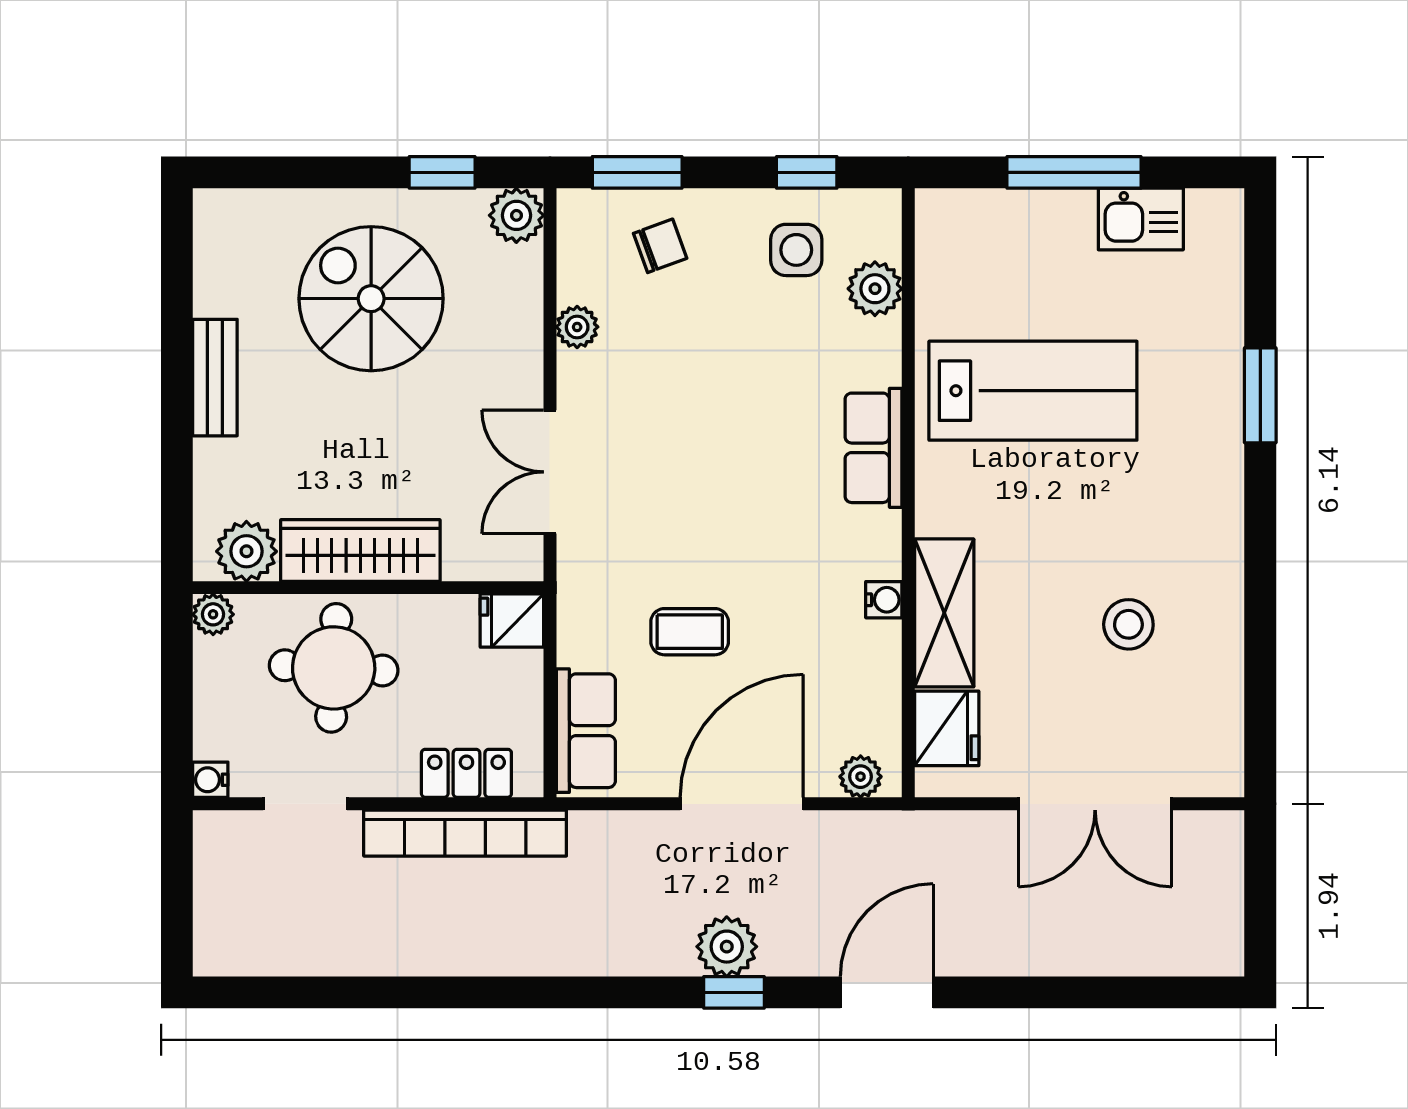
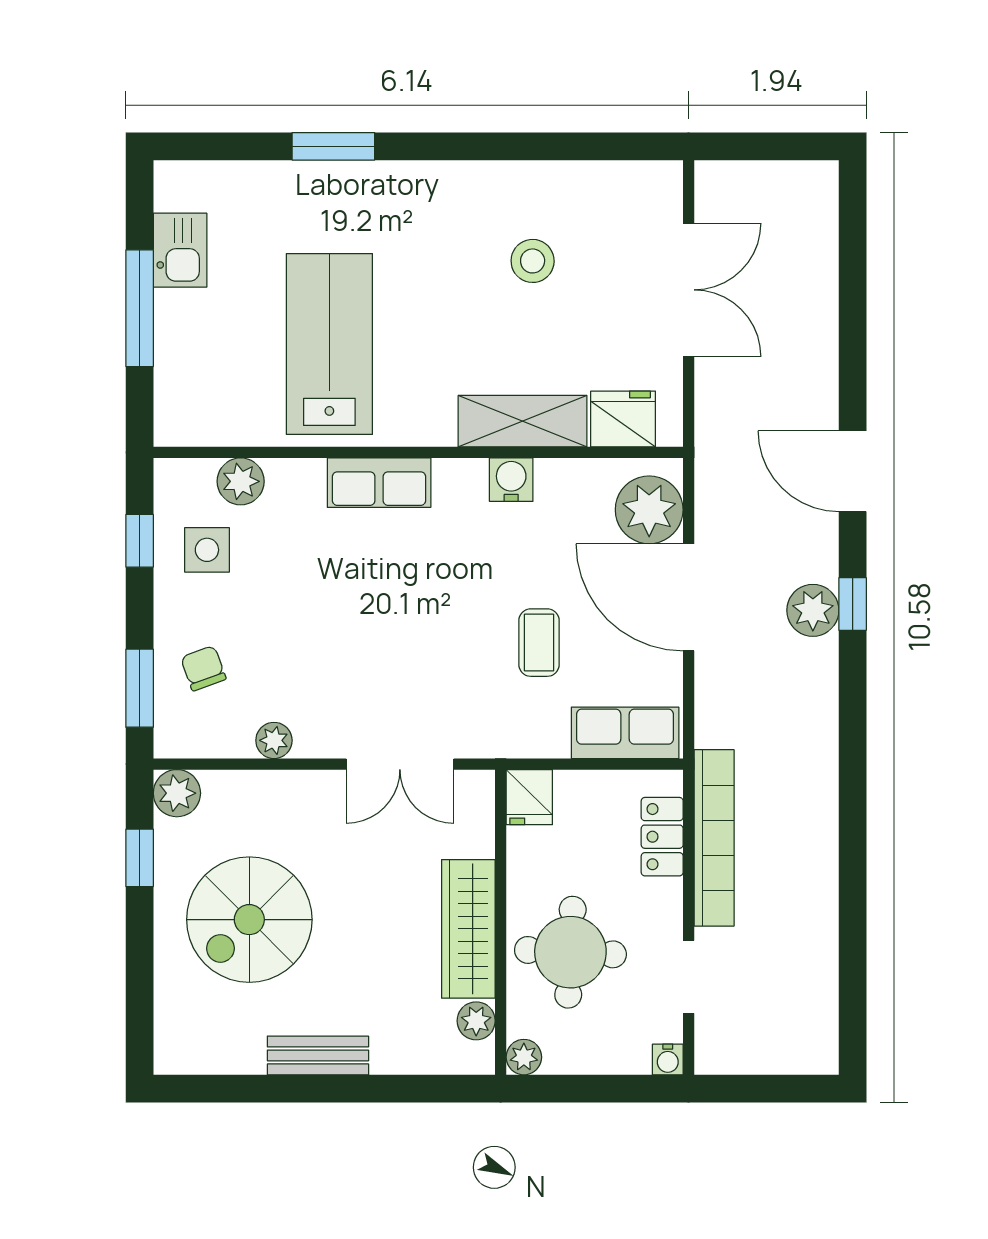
plant: (246, 551) -> (476, 1021), width x0.73, depth x0.73
water cooler: (884, 600) -> (511, 480), width x1.38, depth x1.38
plant: (861, 777) -> (649, 510), width x1.88, depth x1.88

